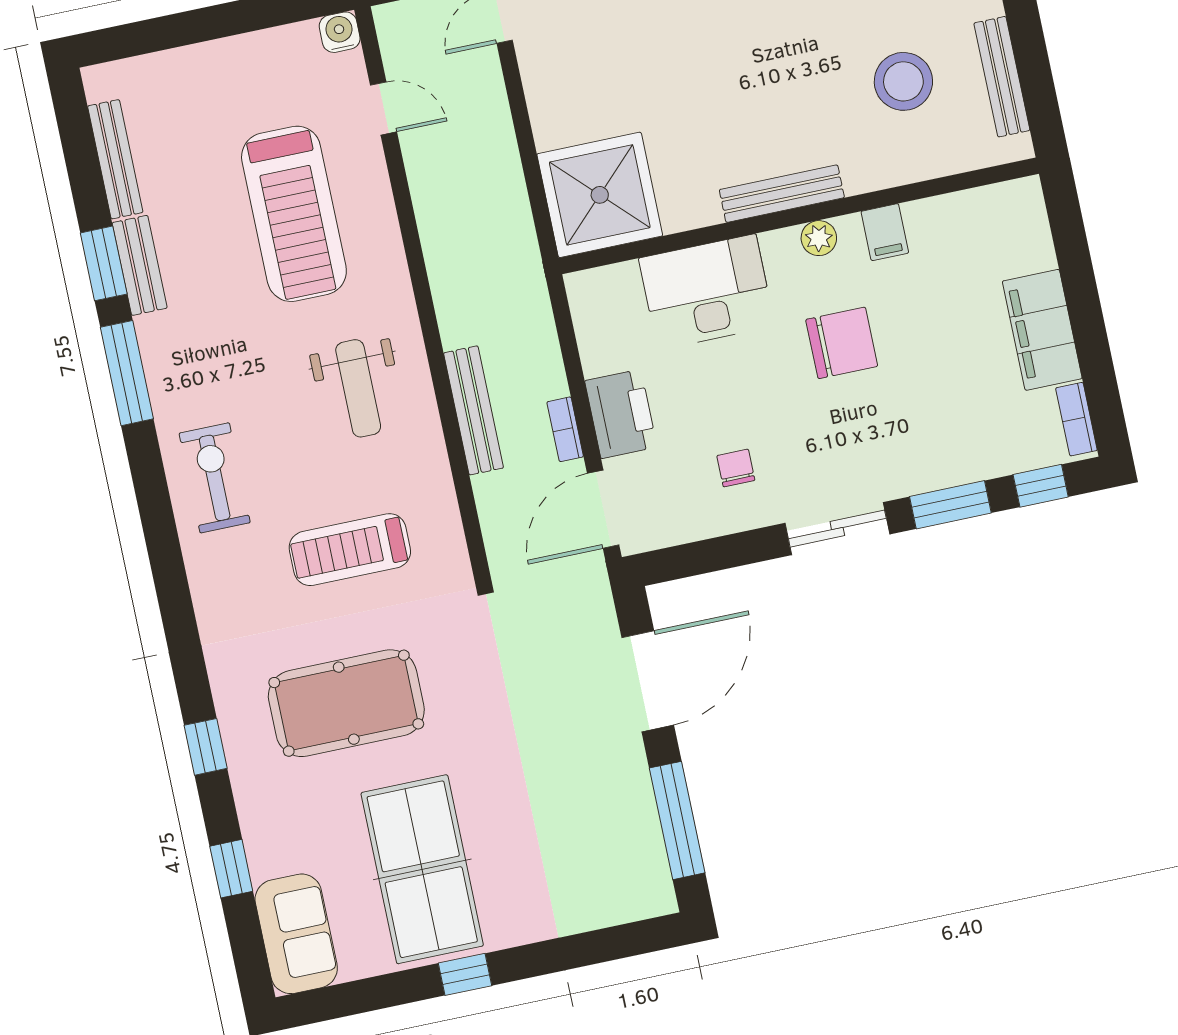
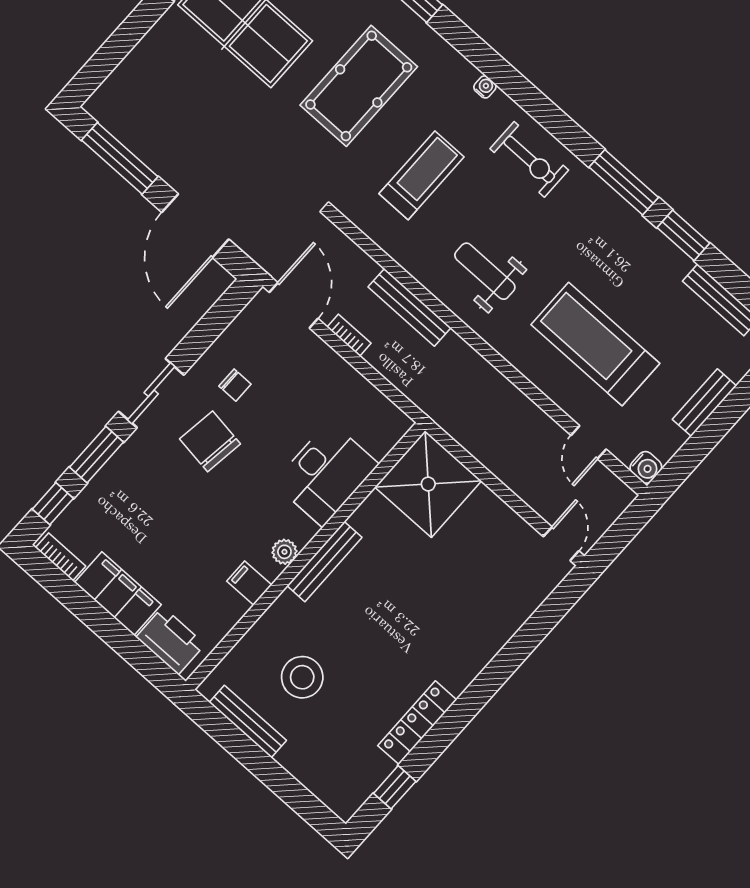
door: (384, 108) -> (589, 442), hinge flipped
bench: (140, 265) -> (704, 403), moved, turned 90
chair: (842, 343) -> (210, 441), moved, turned 98
printer: (621, 414) -> (170, 641), moved, turned 180
water cooler: (204, 597) -> (485, 87), added

